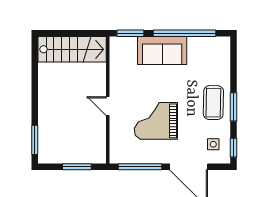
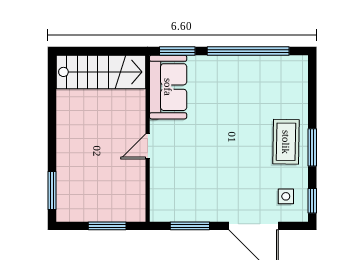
sofa: (162, 51) -> (168, 87), moved, turned -90
door: (108, 106) -> (148, 146), hinge flipped
grand piano: (156, 121) -> (211, 166), removed
window: (140, 167) -> (190, 226), width x0.69

